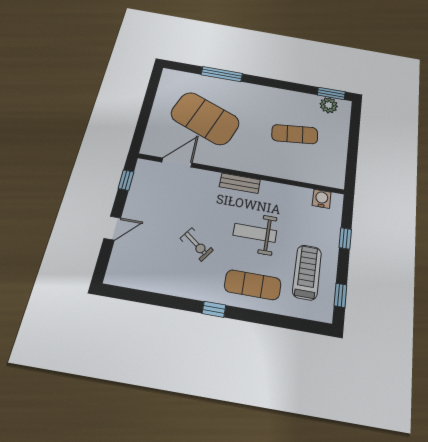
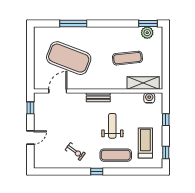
shelving: (314, 174) -> (143, 83), added
weight bench: (255, 233) -> (112, 126), turned 90
exercise bike: (197, 244) -> (75, 152), moved

